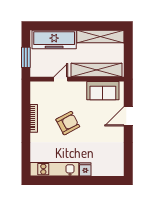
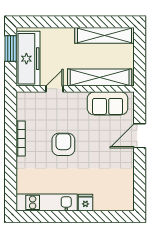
freezer: (54, 39) -> (28, 59), moved, turned -90
window: (26, 57) -> (11, 48), moved
armchair: (68, 123) -> (63, 144), turned -62

